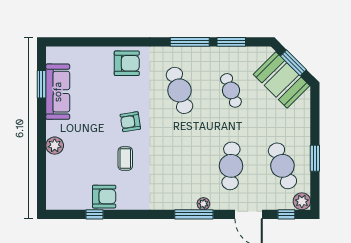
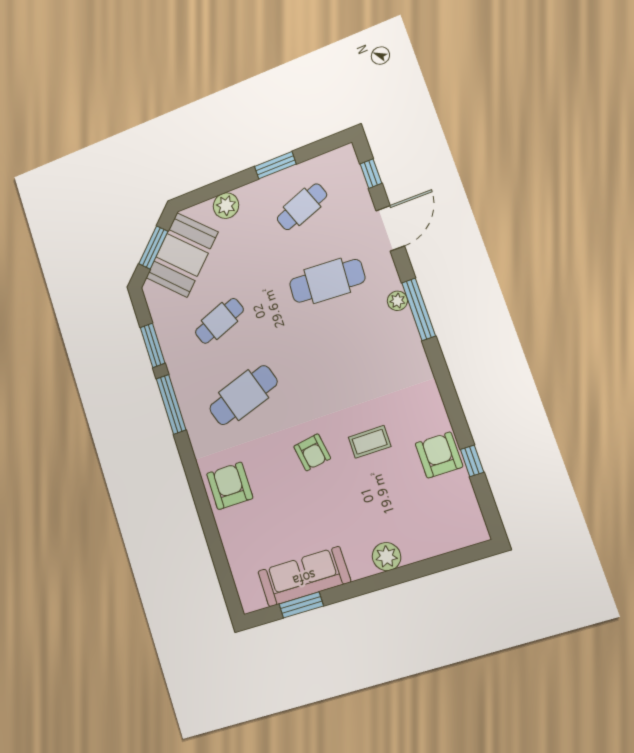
cafe table: (282, 166) -> (302, 207), width x0.73, depth x0.74
plant: (302, 201) -> (226, 206), moved

